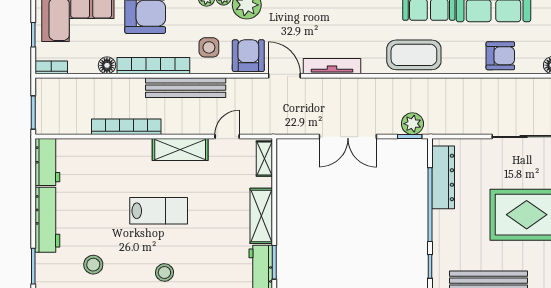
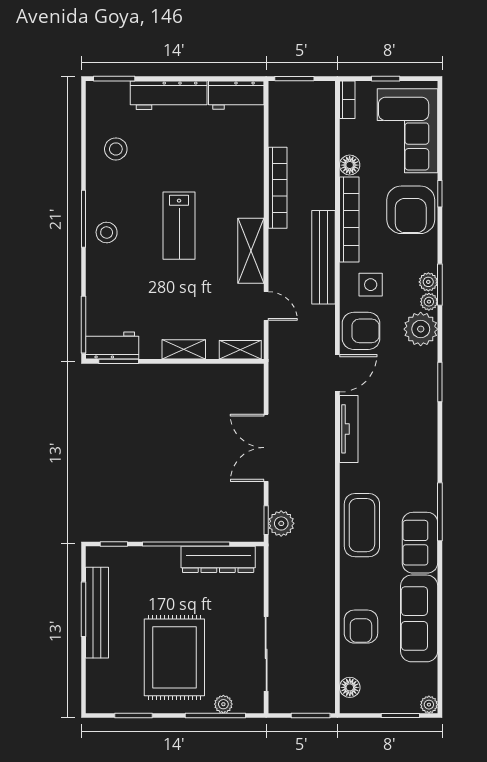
shelving: (261, 216) -> (184, 349), width x0.67, depth x0.75

